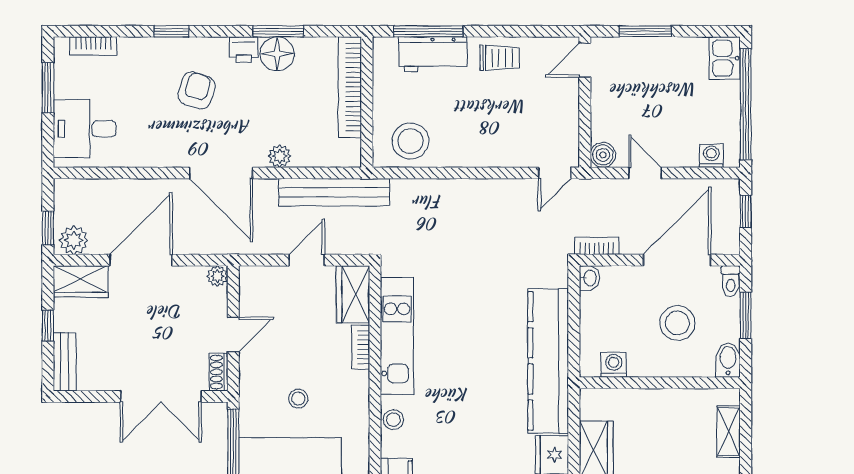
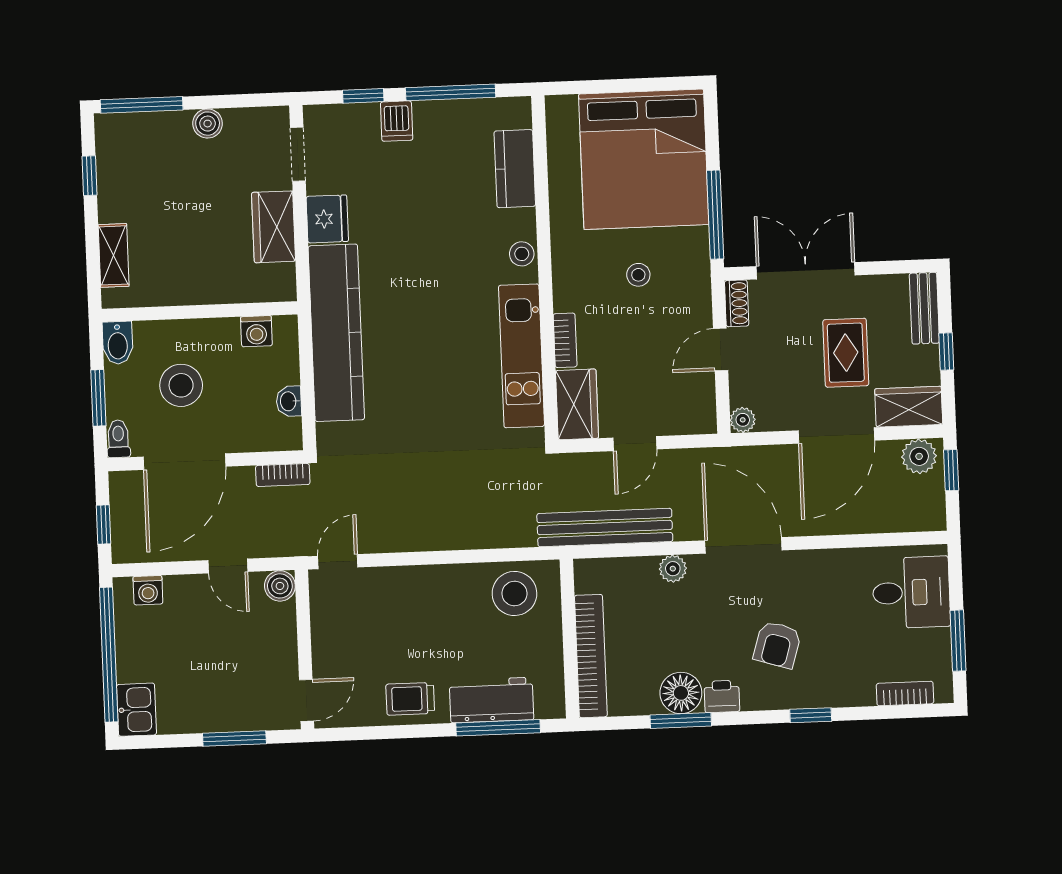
washbasin: (589, 278) -> (289, 401), moved
rug: (131, 328) -> (846, 353), added

